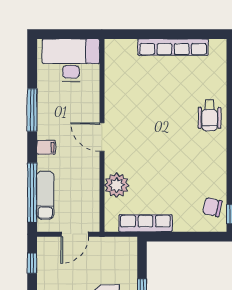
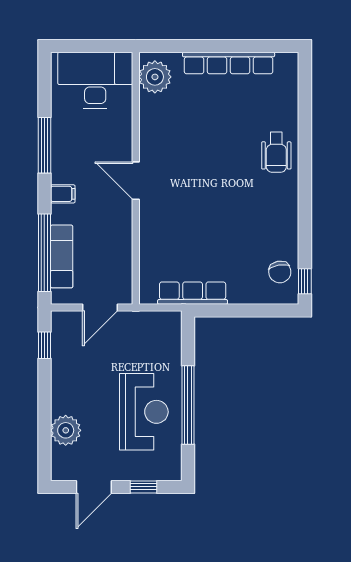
plant: (117, 185) -> (155, 77), moved
chair: (212, 207) -> (280, 272), turned -114

